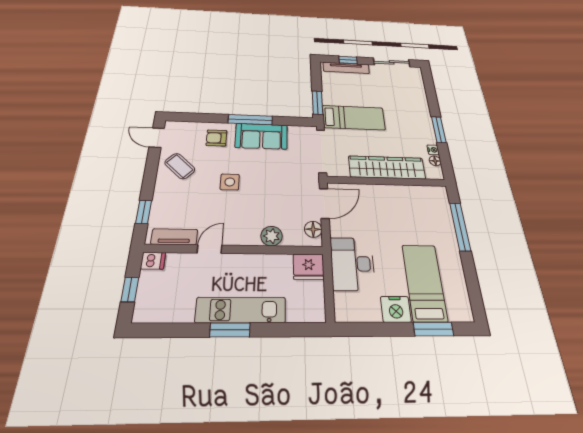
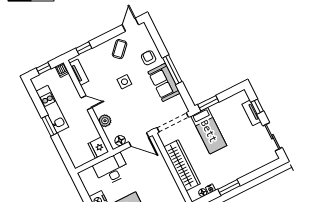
tv unit: (346, 68) -> (251, 113), width x0.71
door: (210, 249) -> (86, 103), moved
kitchen unit: (241, 310) -> (52, 109), moved

